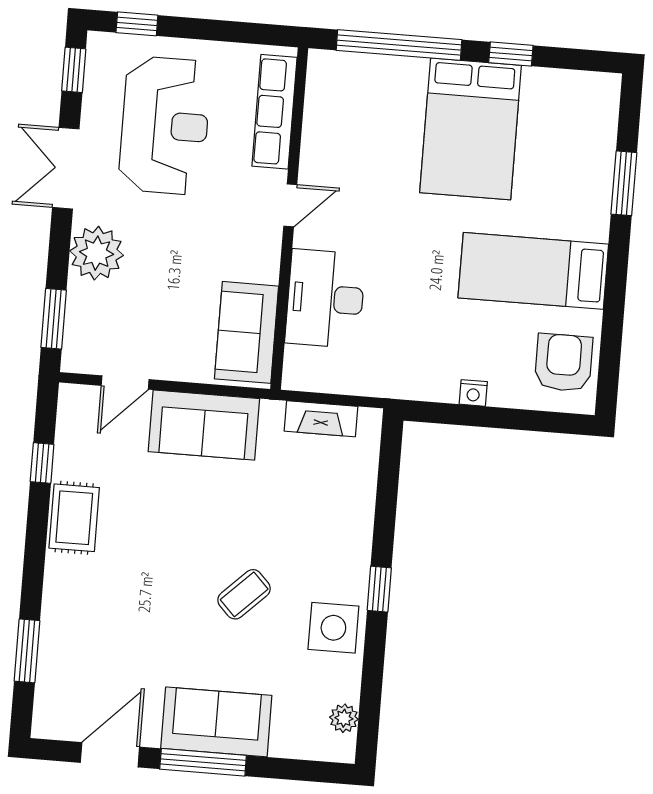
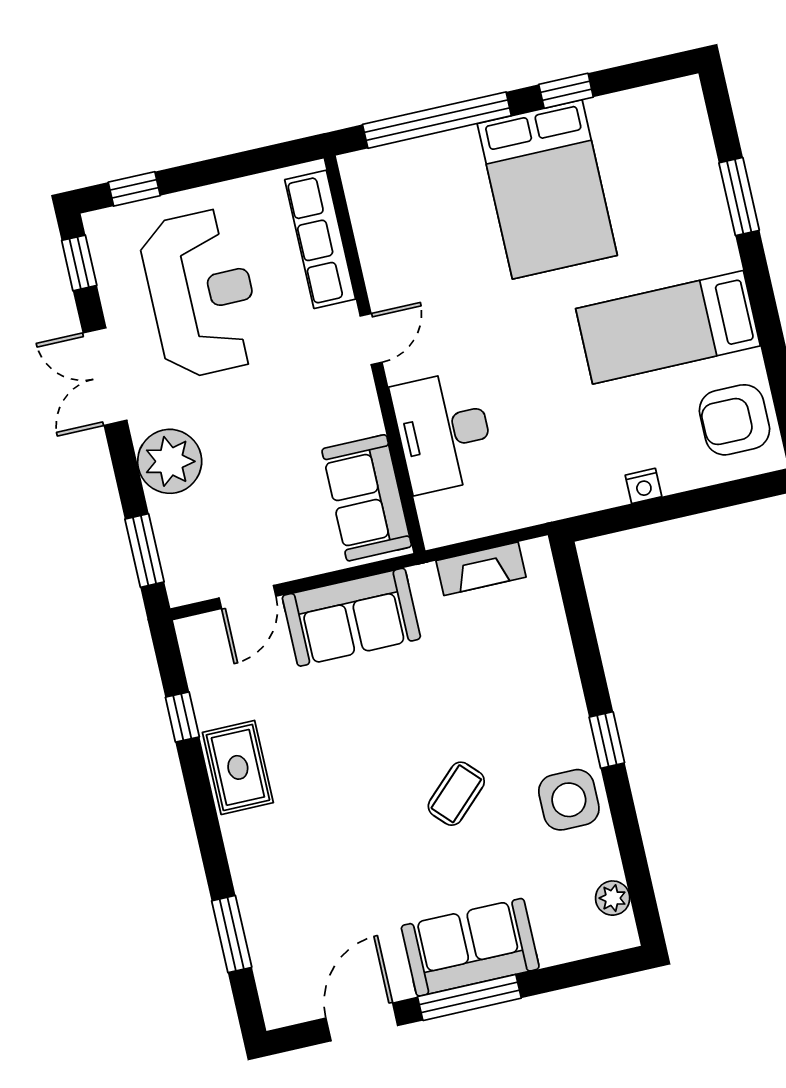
armchair: (564, 363) -> (734, 420), turned -90

